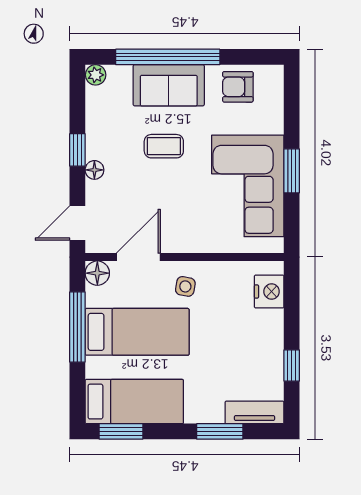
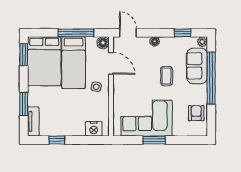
sofa: (169, 85) -> (197, 66), moved
window: (77, 150) -> (183, 33), moved
bed: (134, 402) -> (44, 61), width x1.50

